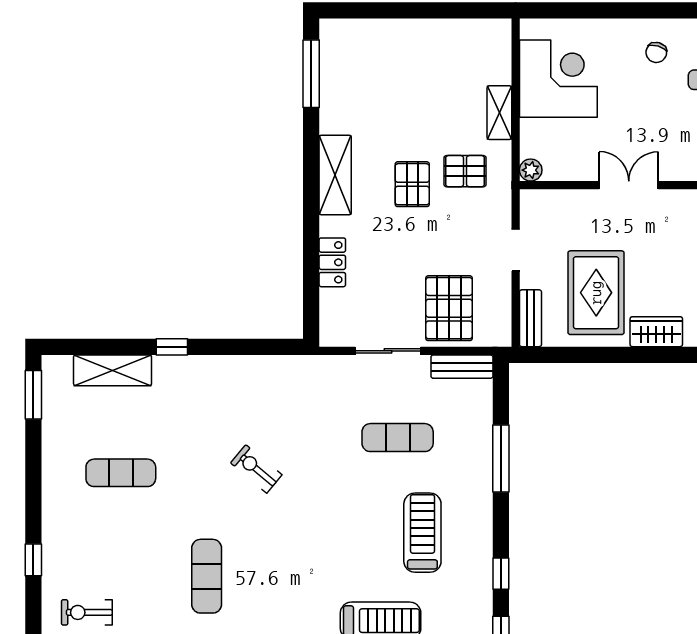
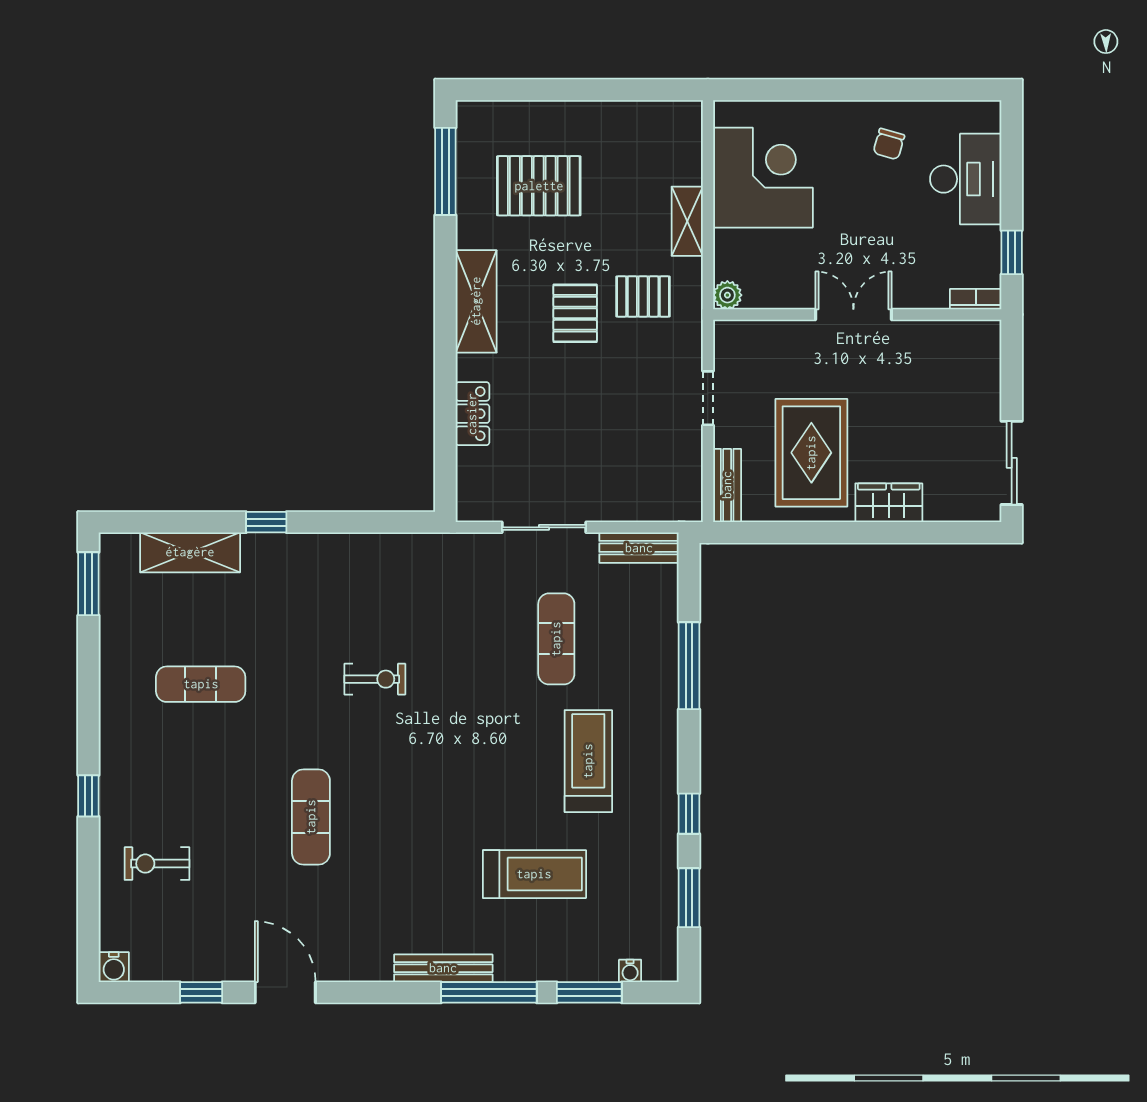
pallet: (449, 308) -> (539, 186), moved, turned 90
exercise mat: (398, 438) -> (556, 639), turned 90
exercise bike: (256, 469) -> (375, 679), turned 140

